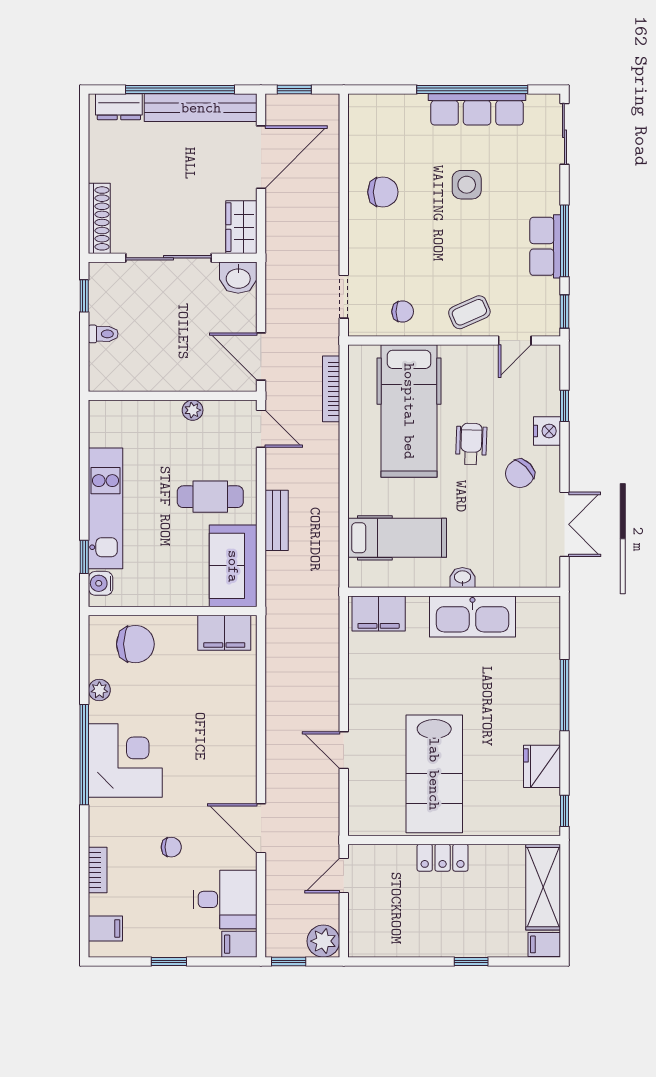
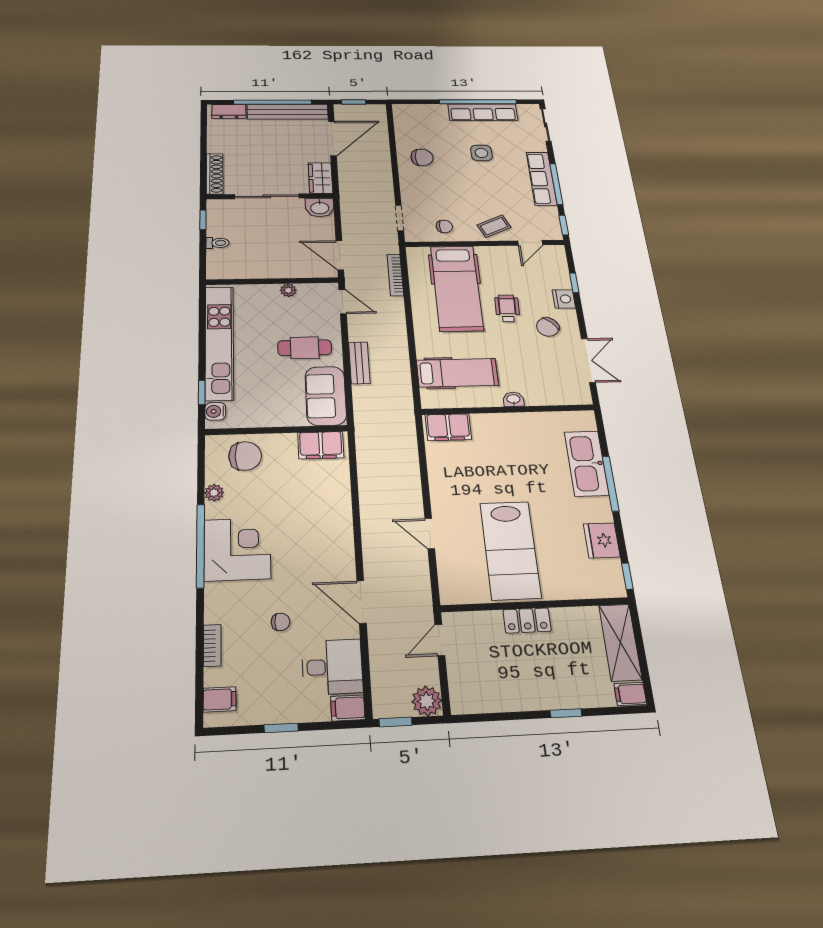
row of seats: (545, 246) -> (542, 179), width x1.48
kitchen unit: (106, 508) -> (219, 342), width x1.36
kitchen sink: (472, 616) -> (587, 463), moved, turned 90

